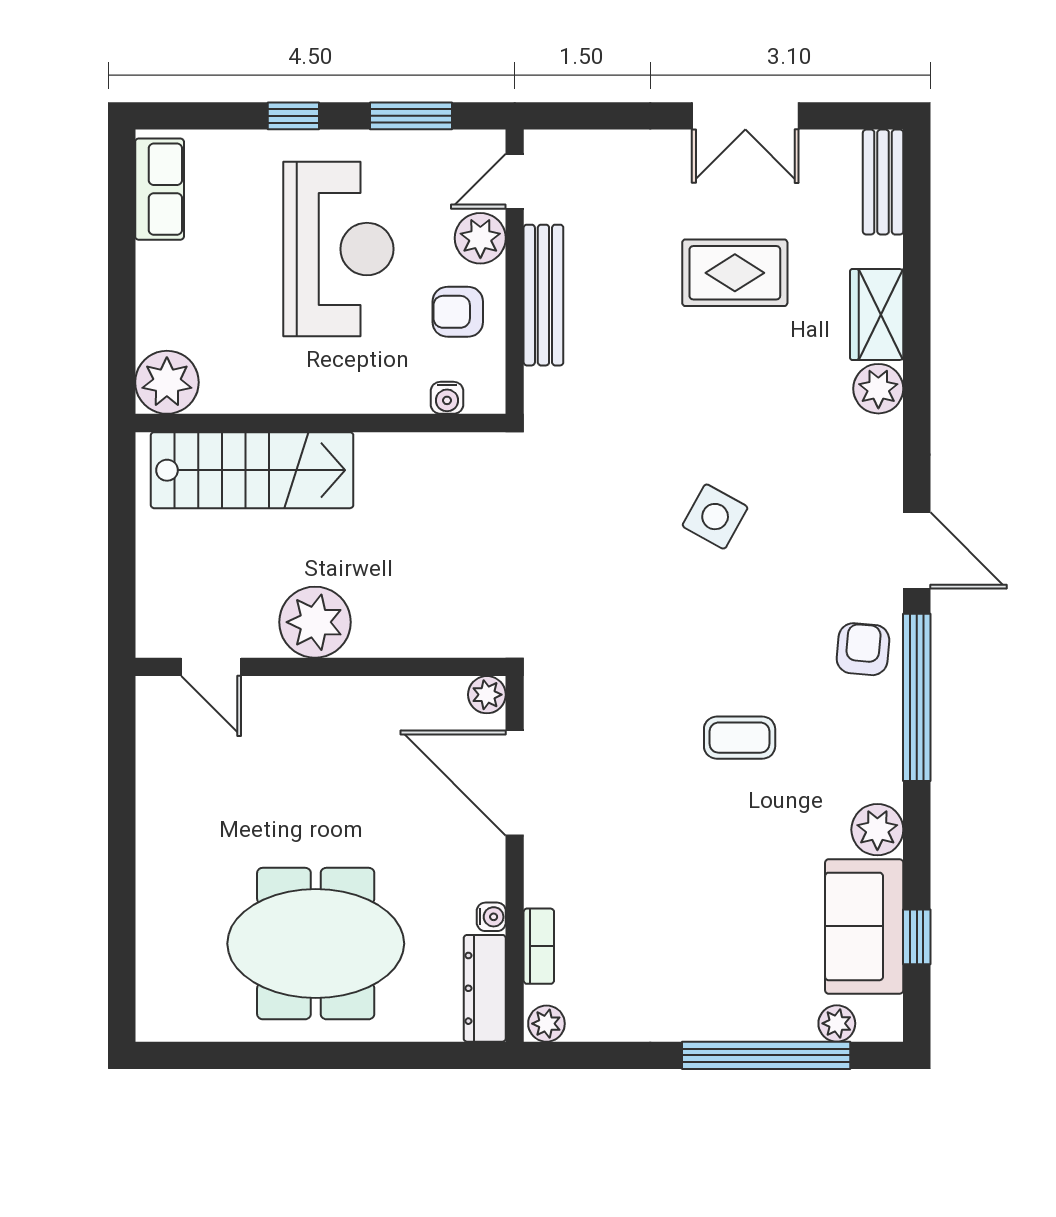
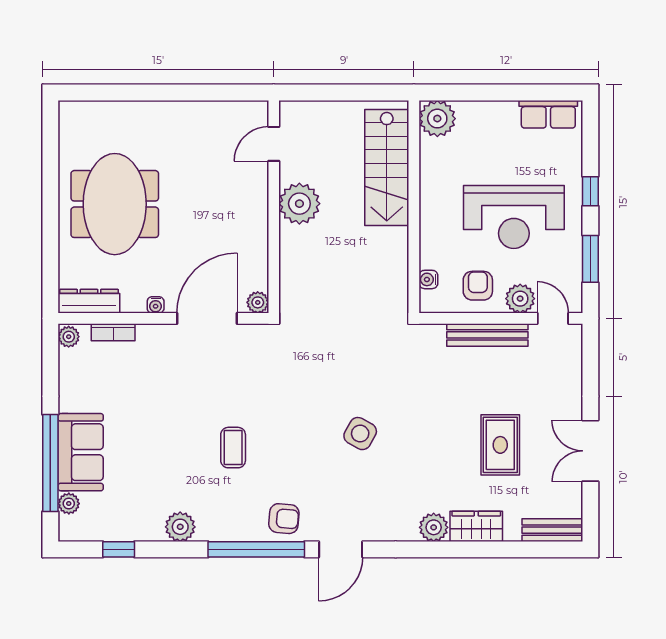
water cooler: (491, 917) -> (156, 305), moved
sofa: (864, 926) -> (81, 452), moved, turned 90

